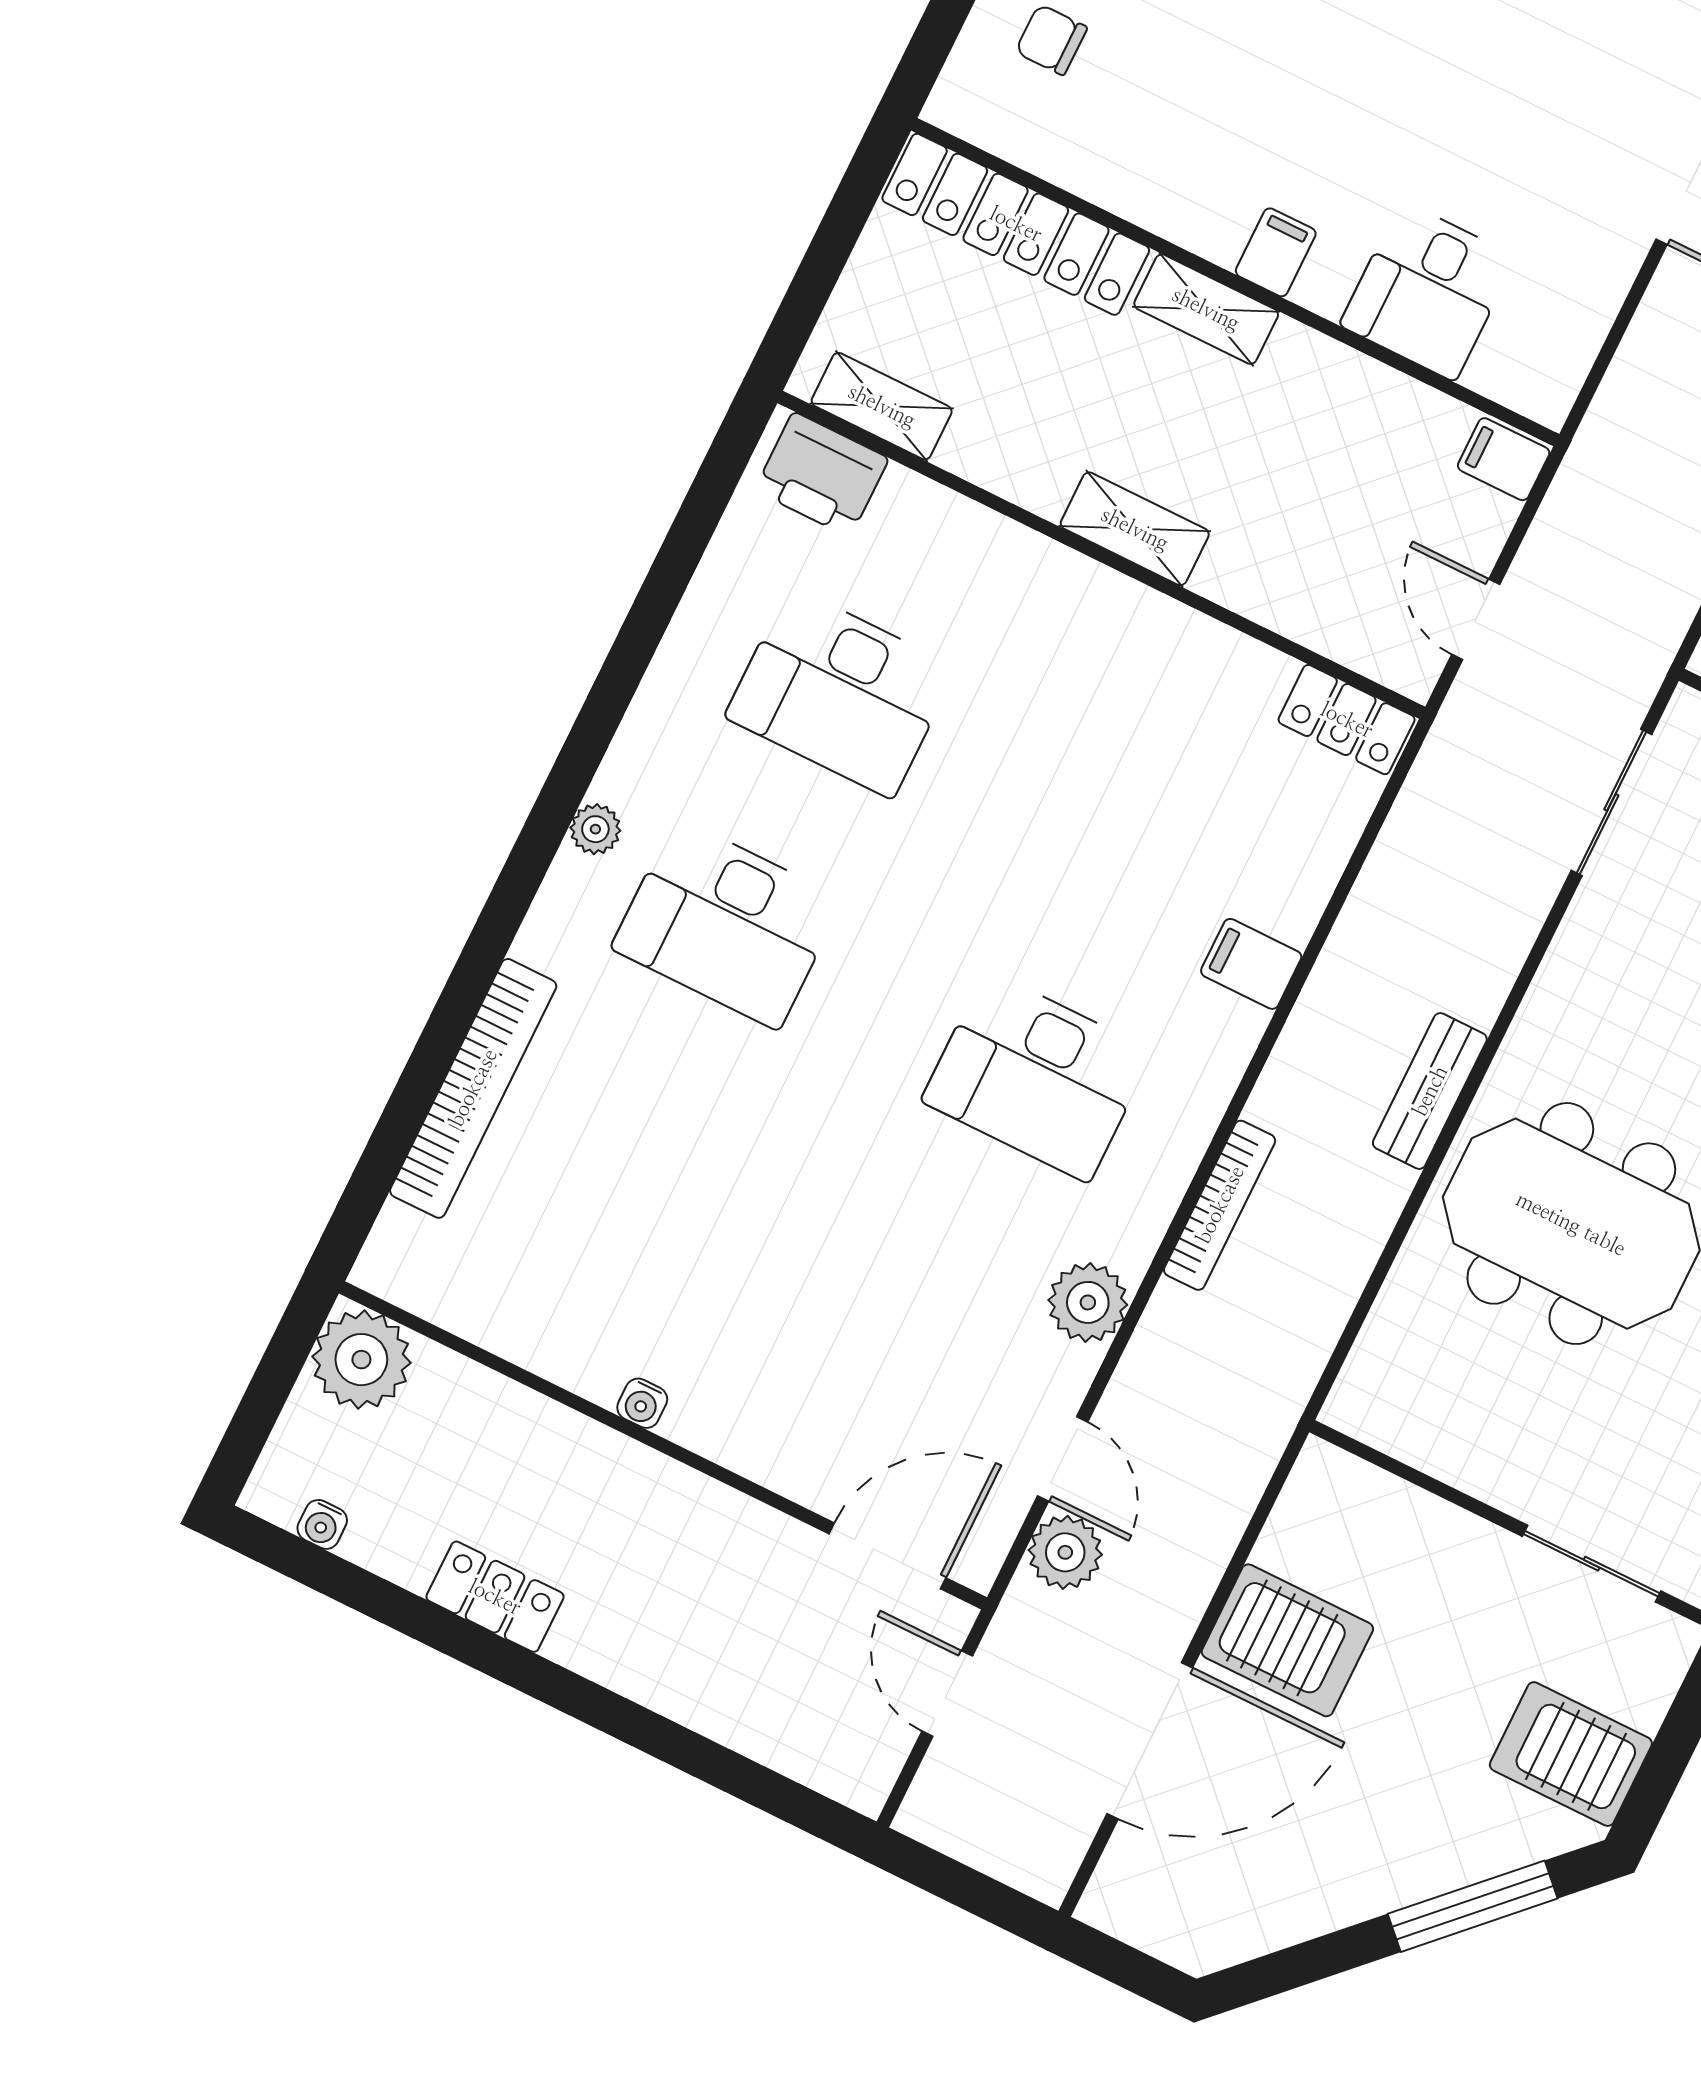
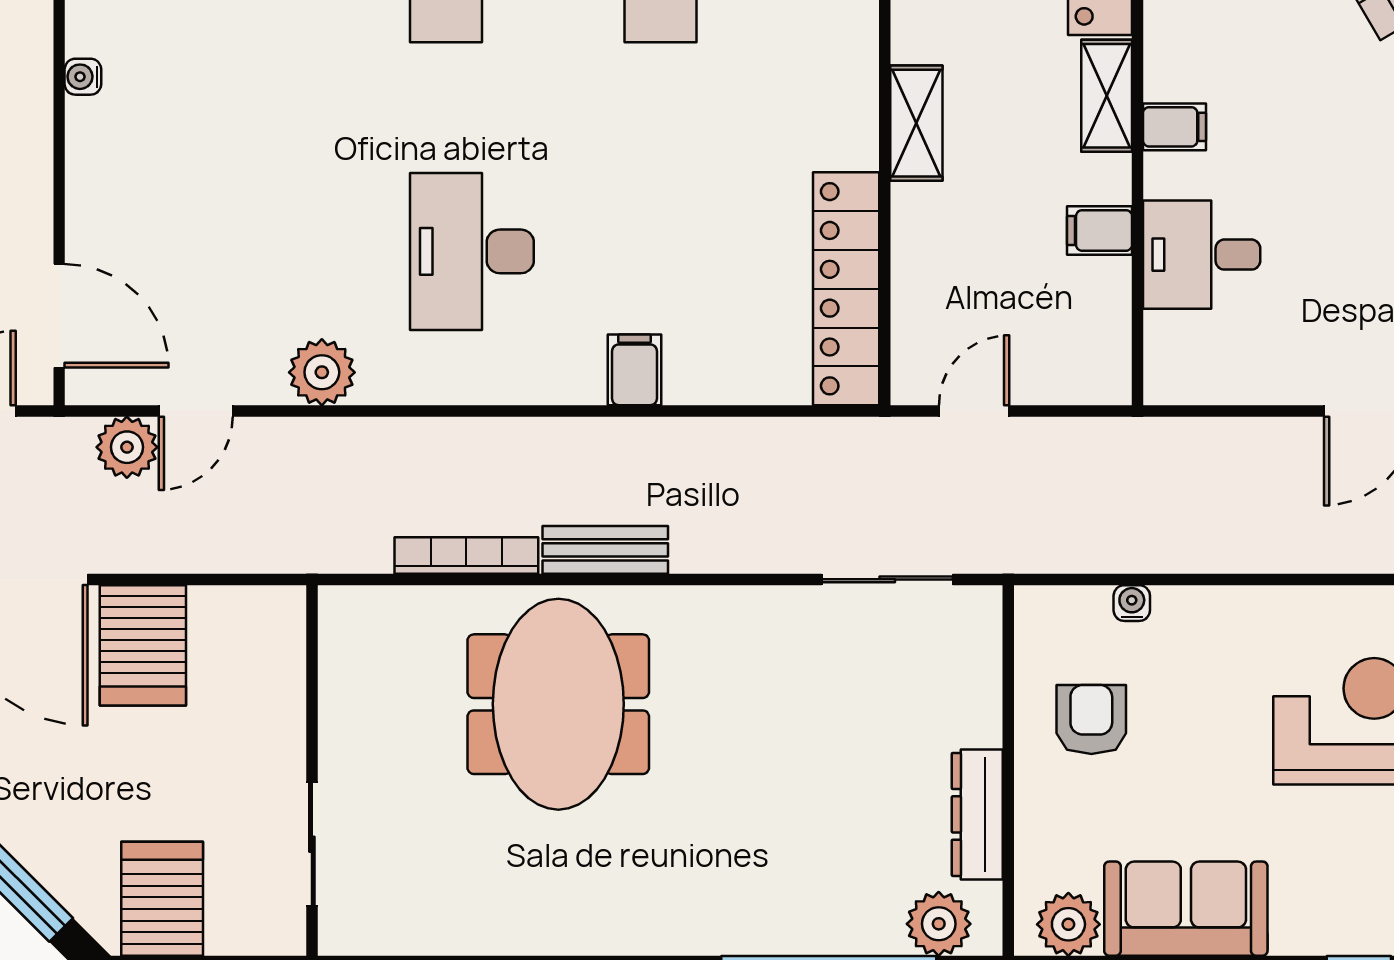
filing cabinet: (1504, 459) -> (1100, 230), moved, turned -90
locker: (1347, 720) -> (846, 289), width x2.16, depth x1.21
bookcase: (1220, 1205) -> (466, 555), moved, turned 180

